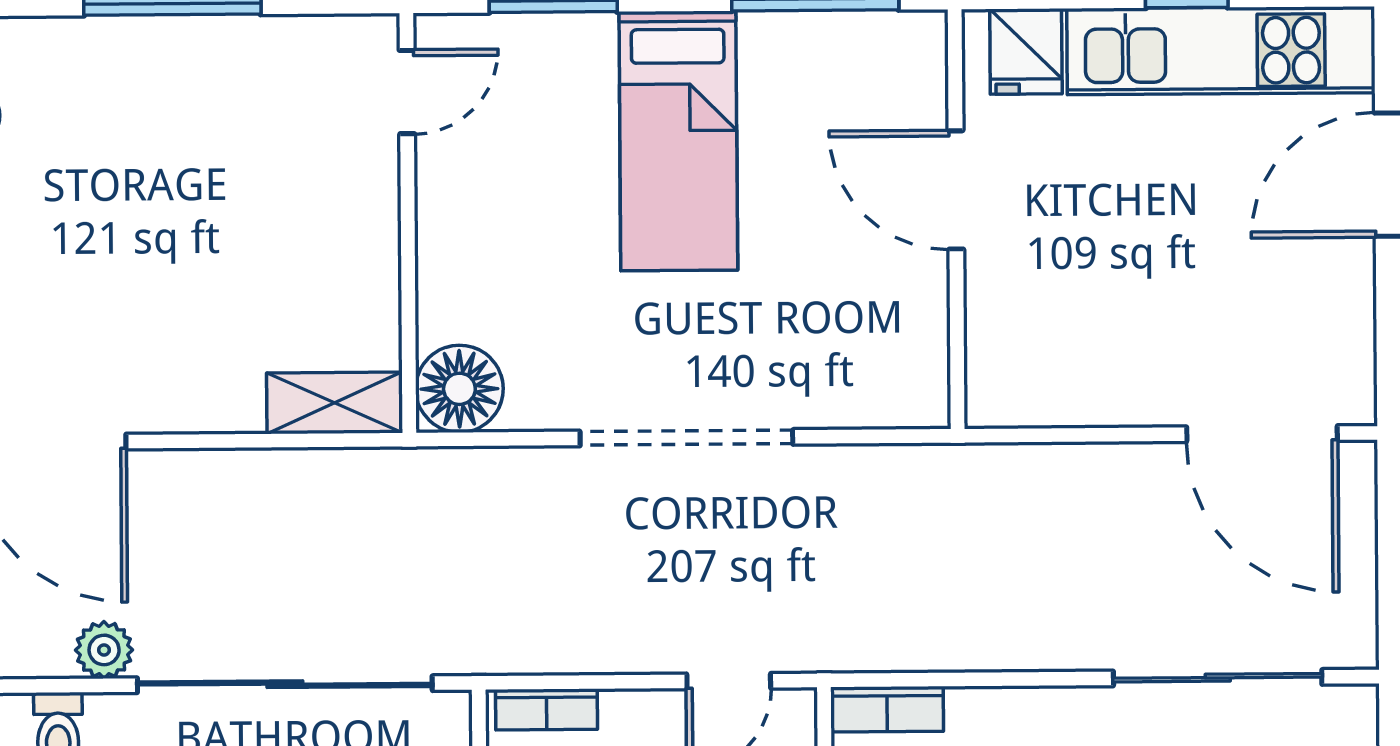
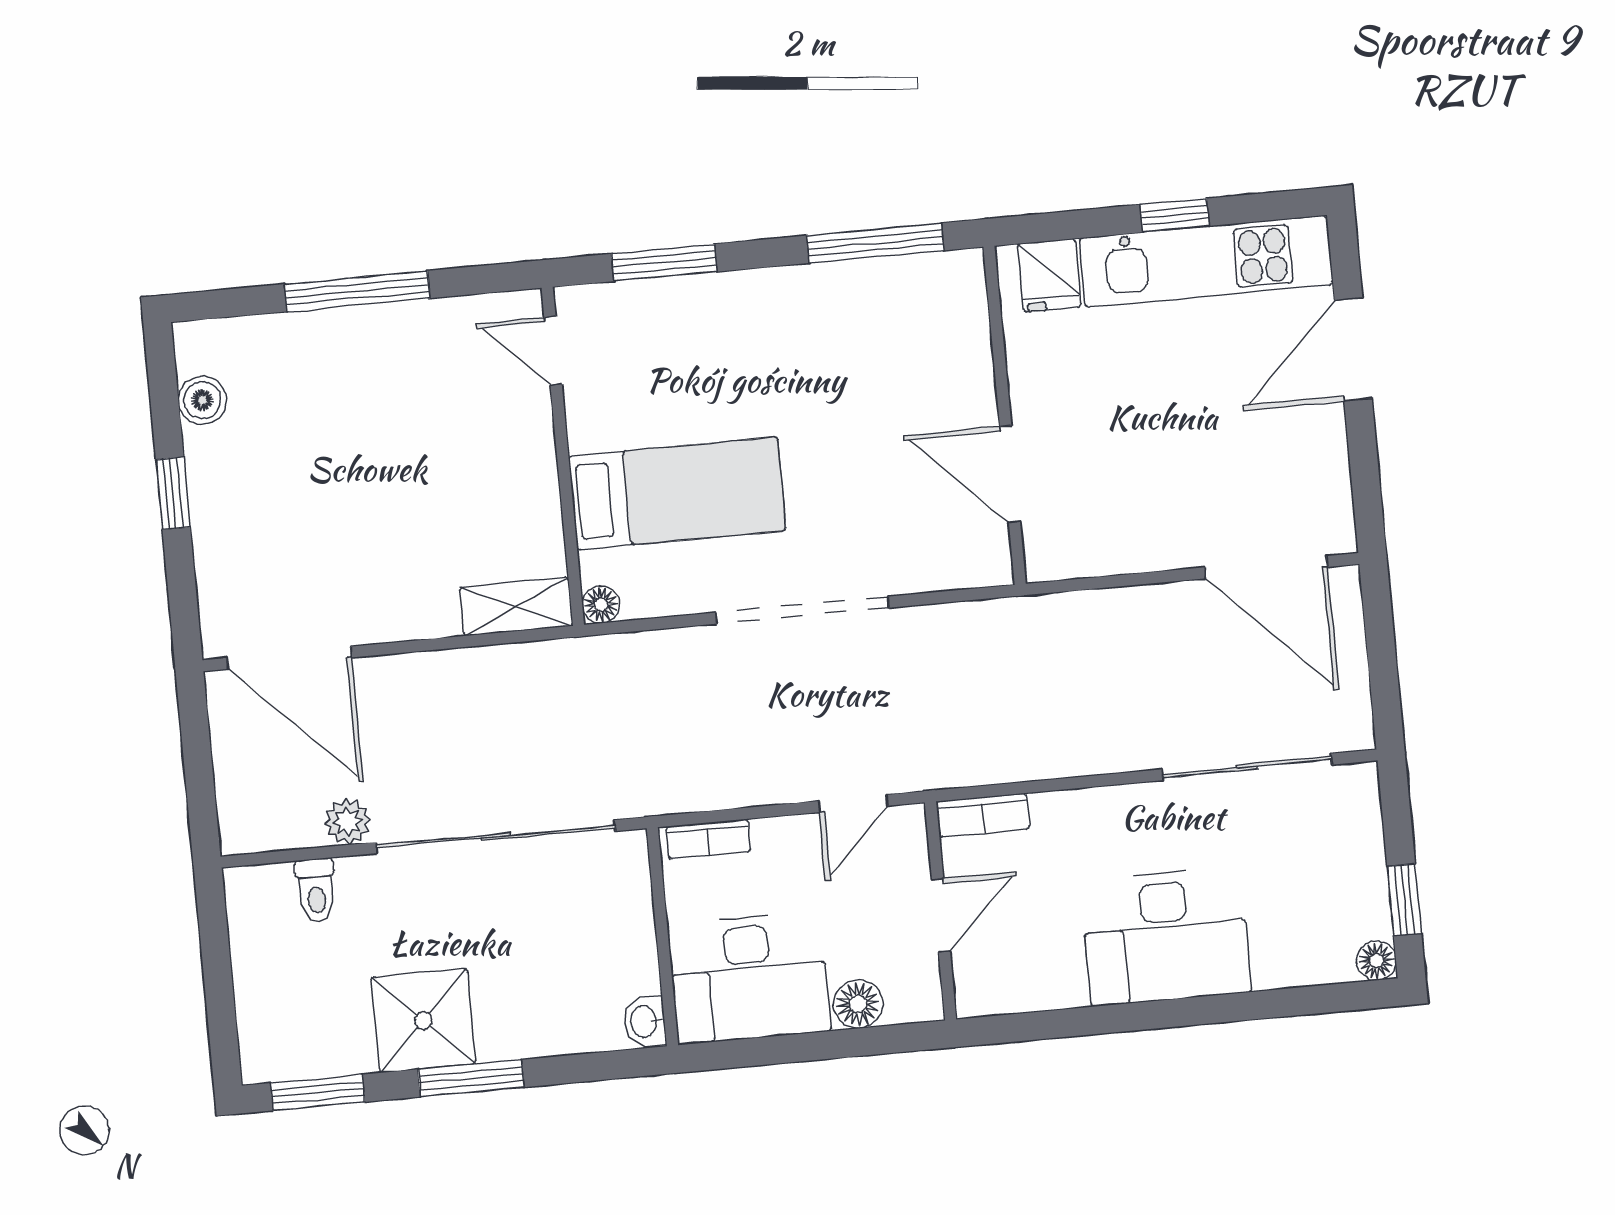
door: (407, 92) -> (553, 351), swing flipped
bed: (678, 141) -> (677, 493), moved, turned -90
door: (956, 190) -> (1010, 474), moved
floor lamp: (459, 389) -> (601, 604), width x0.53, depth x0.53

